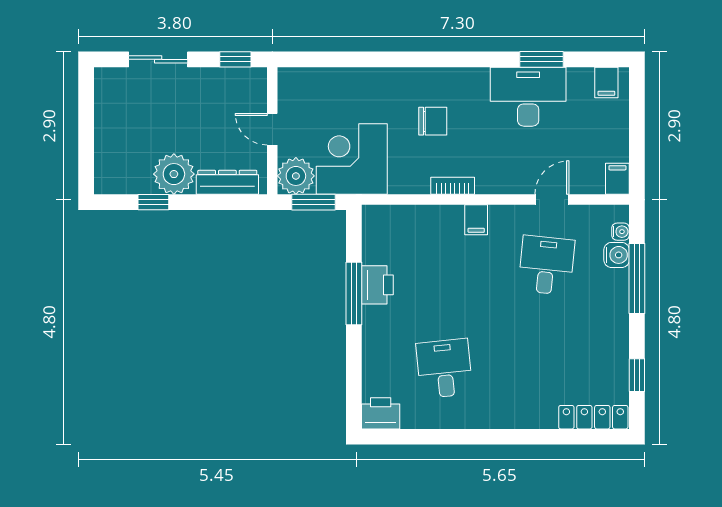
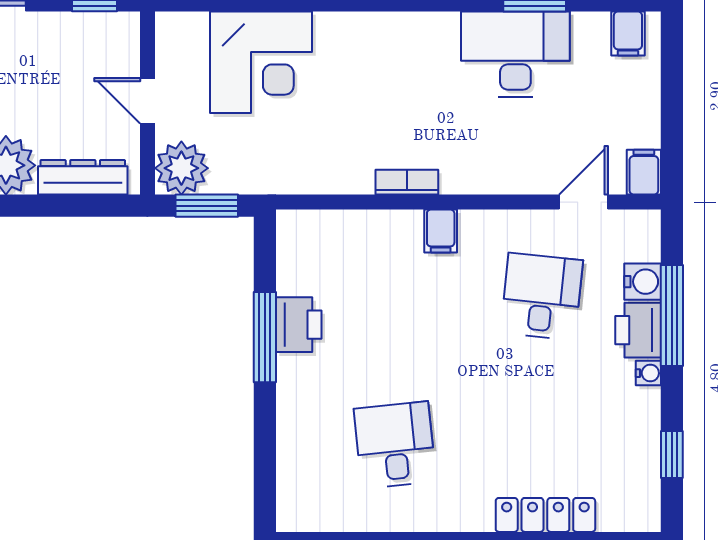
chair: (433, 121) -> (378, 89), removed
corner desk: (352, 159) -> (261, 62), moved, turned 180
door: (552, 200) -> (583, 202), moved
water cooler: (621, 232) -> (648, 373), moved
printer: (381, 413) -> (638, 330), moved, turned -90
locker: (593, 417) -> (545, 515), moved

